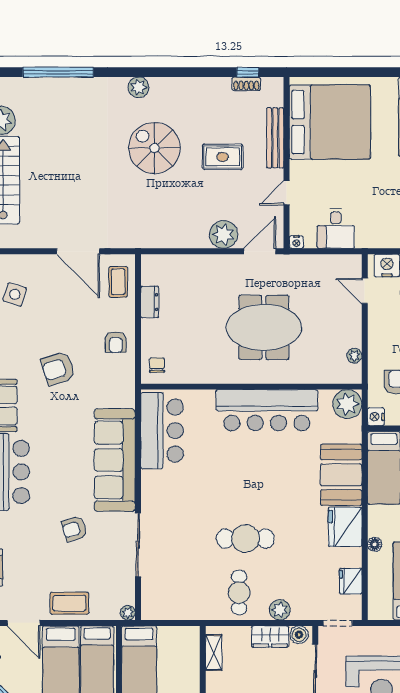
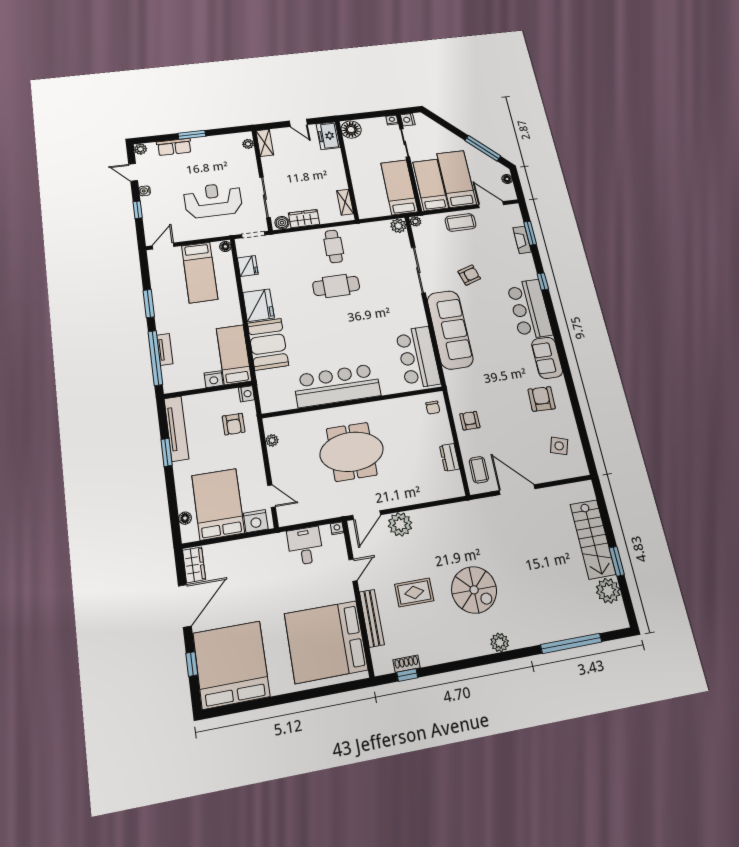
armchair: (58, 369) -> (542, 399), moved, turned -71
plant: (347, 404) -> (272, 400), removed
floor lamp: (375, 544) -> (225, 246), moved
plant: (280, 610) -> (398, 226), moved

